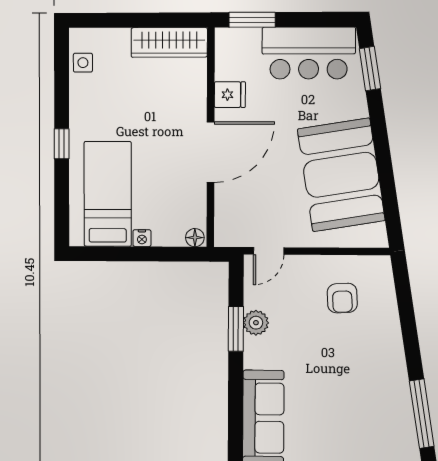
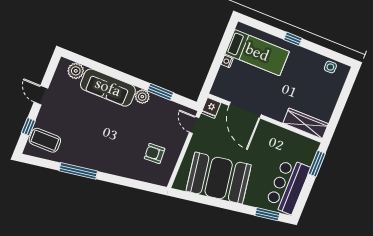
wardrobe: (169, 42) -> (306, 123), moved, turned 90
fridge: (230, 95) -> (211, 108), moved
door: (211, 152) -> (245, 110), moved
floor lamp: (195, 238) -> (216, 89), removed
plant: (256, 323) -> (142, 97), moved

